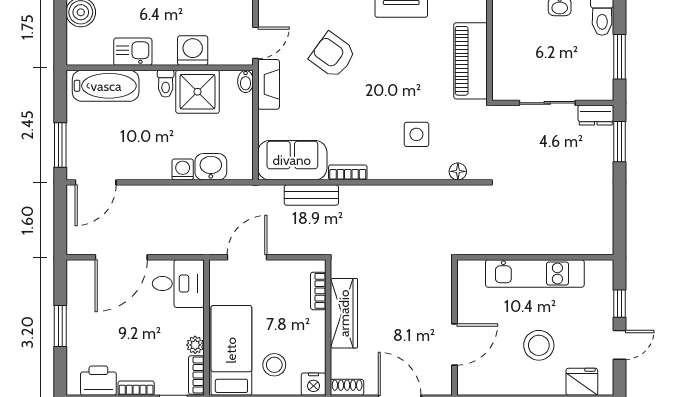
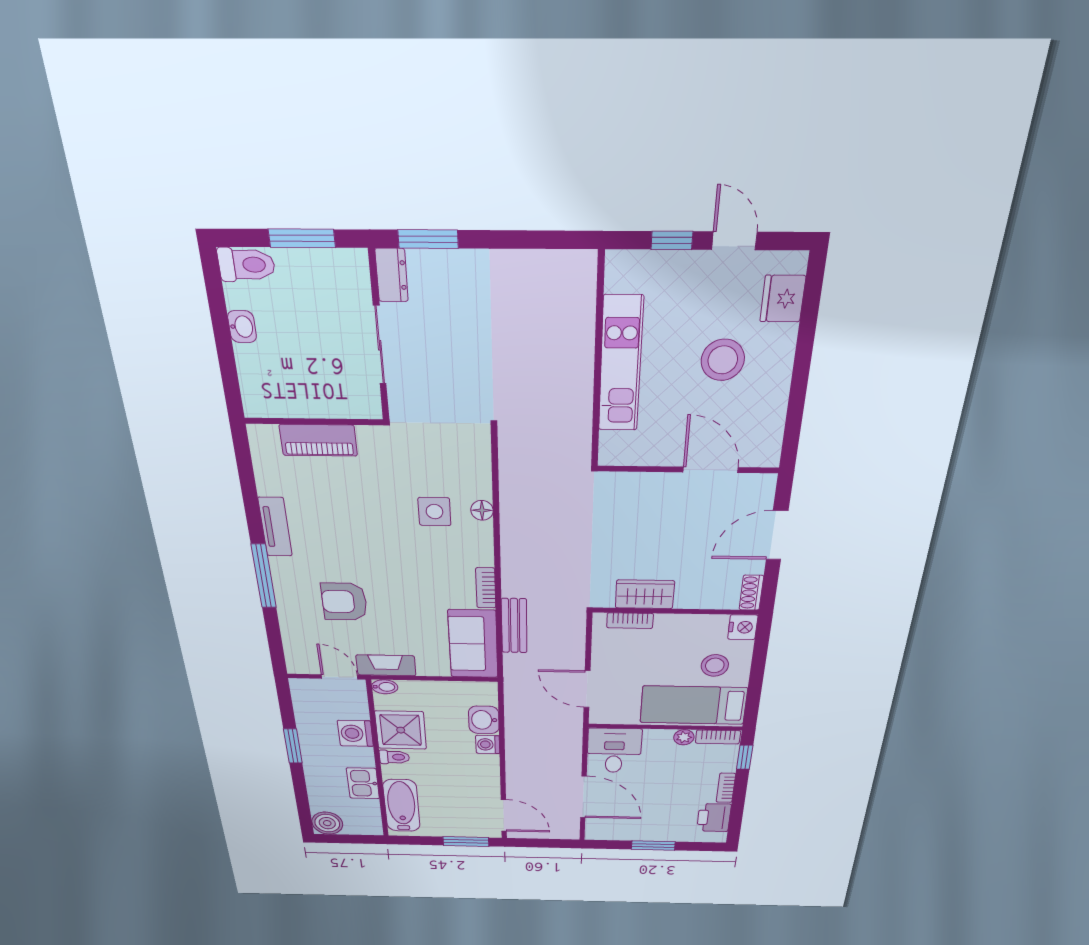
armchair: (333, 55) -> (344, 602), turned 54
piano: (471, 61) -> (318, 440), width x0.73, depth x0.75
floor lamp: (458, 171) -> (482, 510), moved
wardrobe: (344, 313) -> (645, 594), width x0.67

